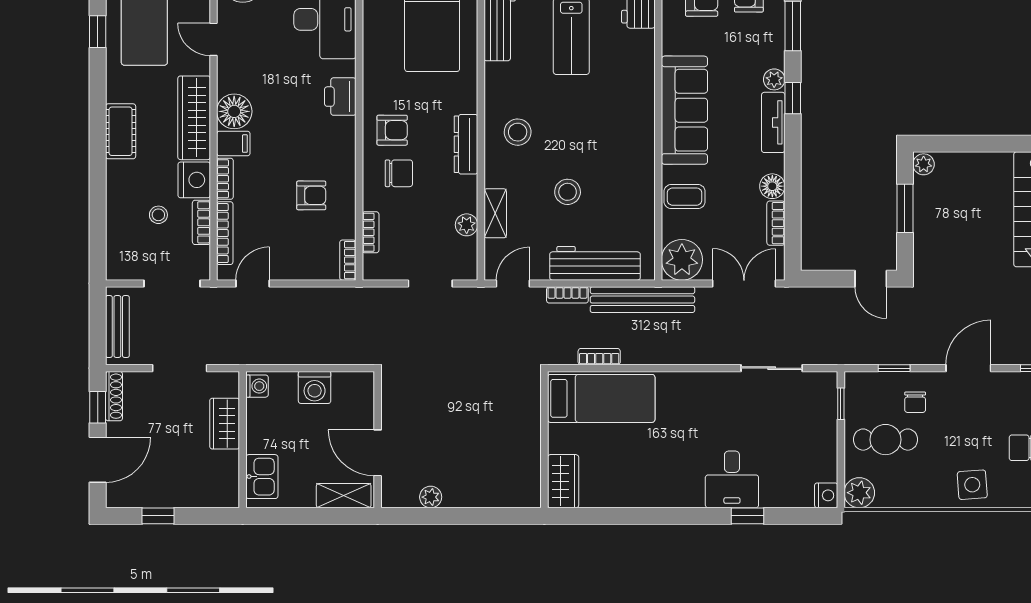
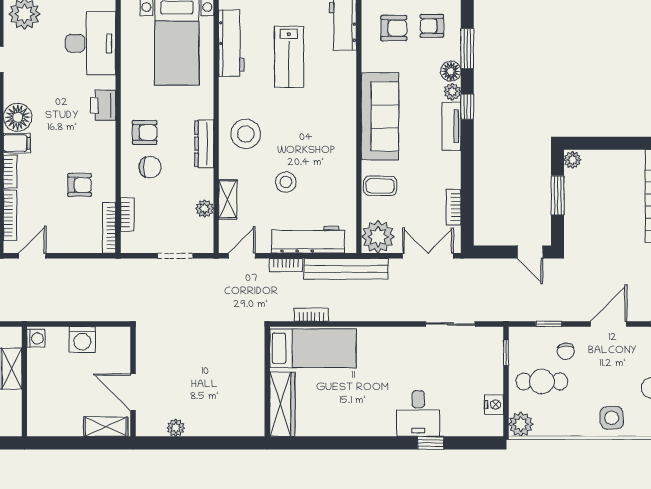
stool: (518, 132) -> (246, 134), width x1.38, depth x1.38
floor lamp: (772, 186) -> (451, 71), moved
bookcase: (348, 260) -> (109, 228), width x1.56
kitchen sink: (262, 477) -> (40, 411), removed
wardrobe: (563, 481) -> (282, 404), width x1.50
nightstand: (826, 495) -> (494, 405), moved

